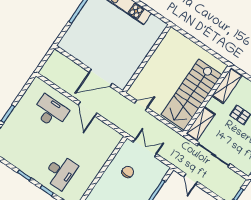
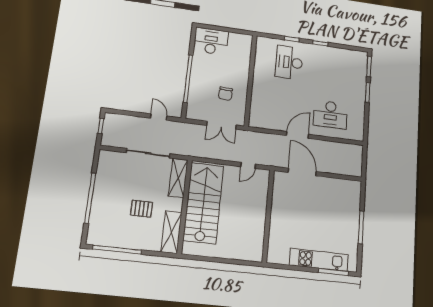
door: (101, 78) -> (302, 172), hinge flipped
door: (88, 109) -> (297, 135), hinge flipped

